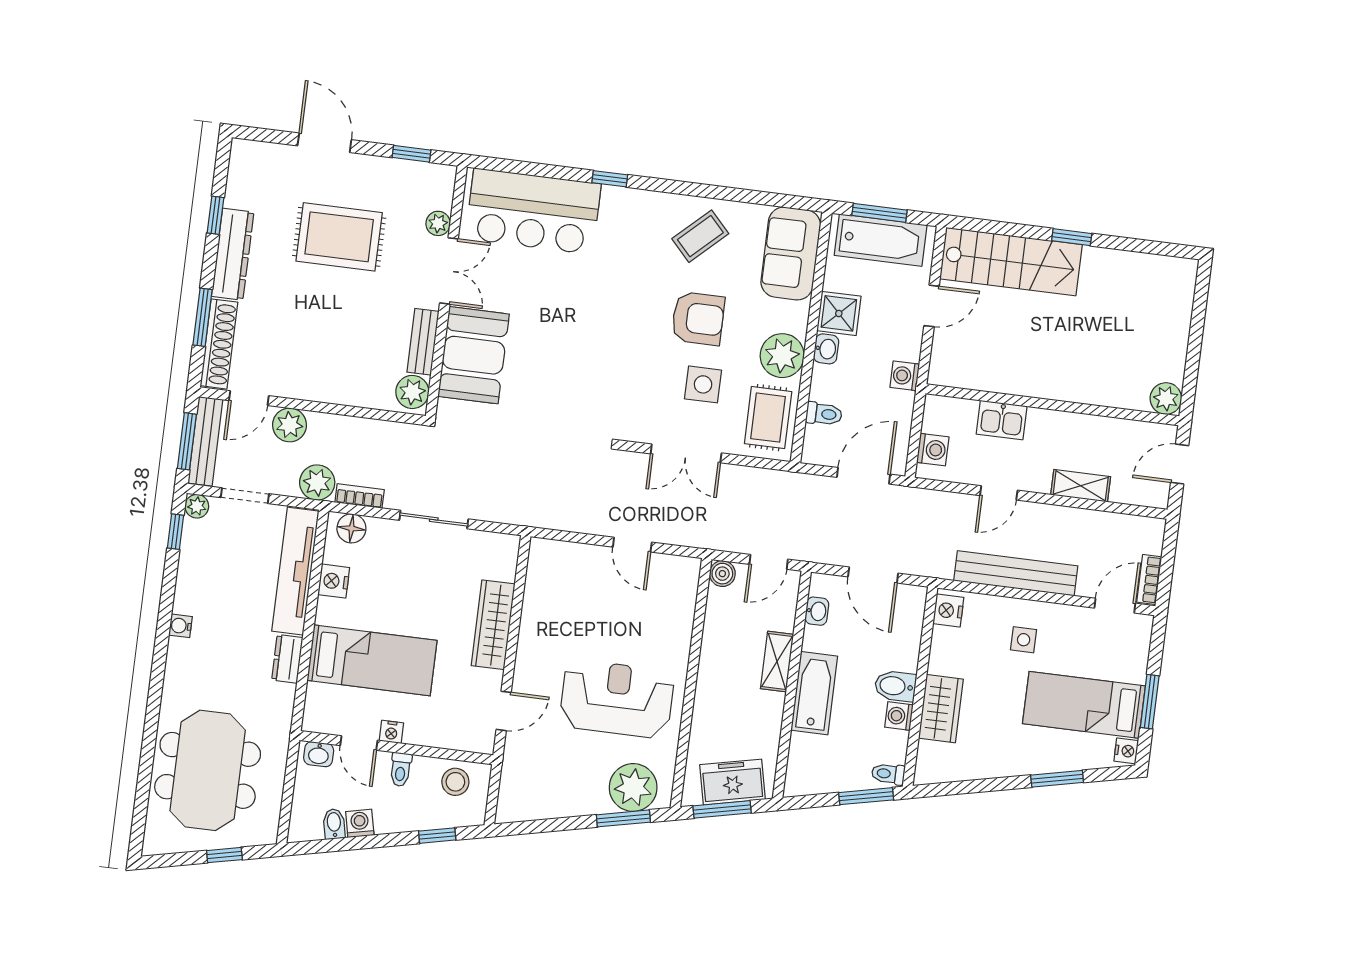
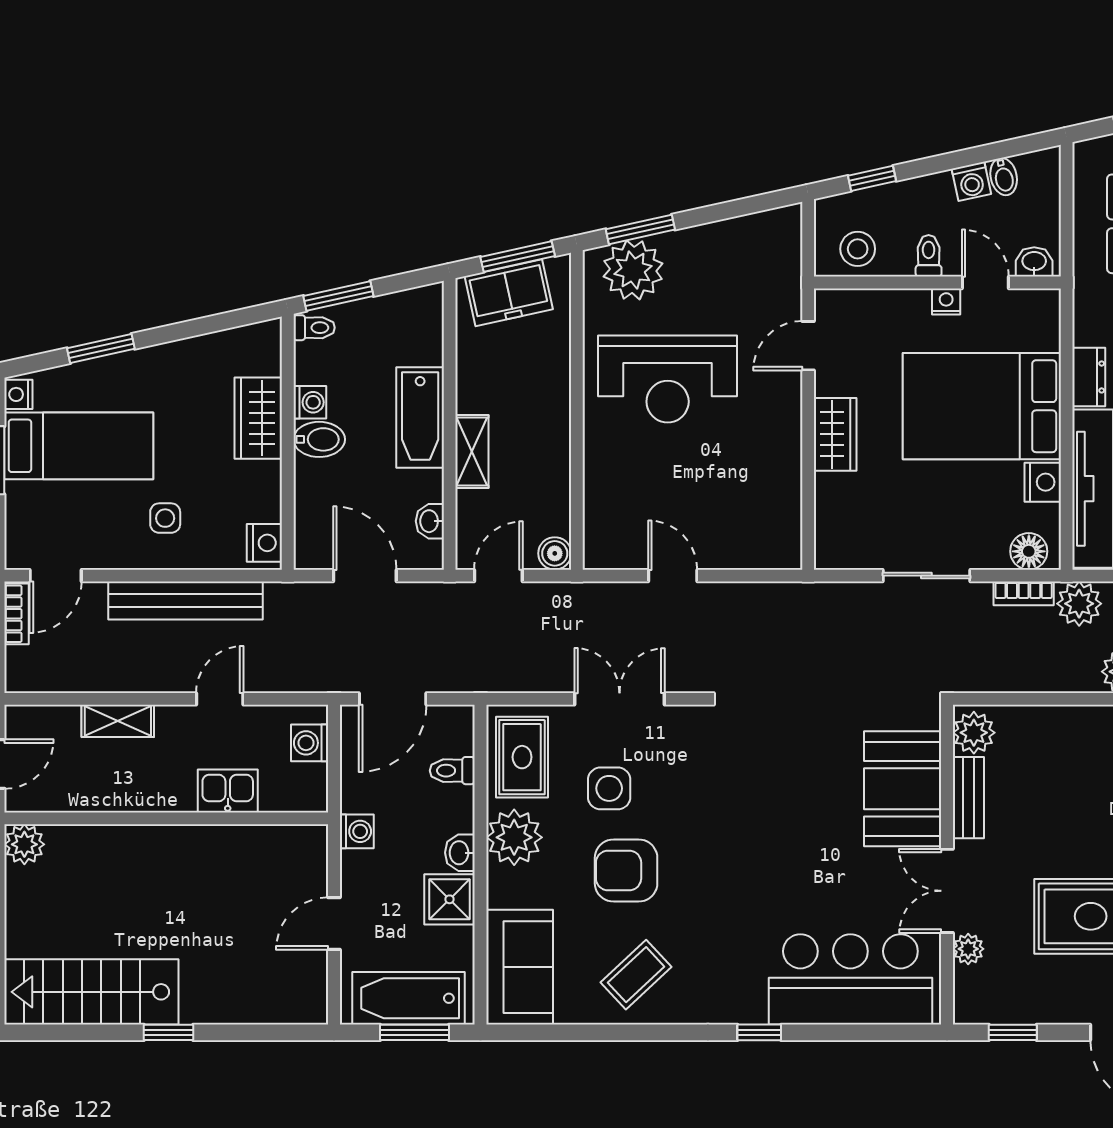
stairs: (1011, 262) -> (91, 992), moved
wardrobe: (493, 625) -> (835, 434), width x0.67
bed: (372, 660) -> (982, 406), width x1.50

